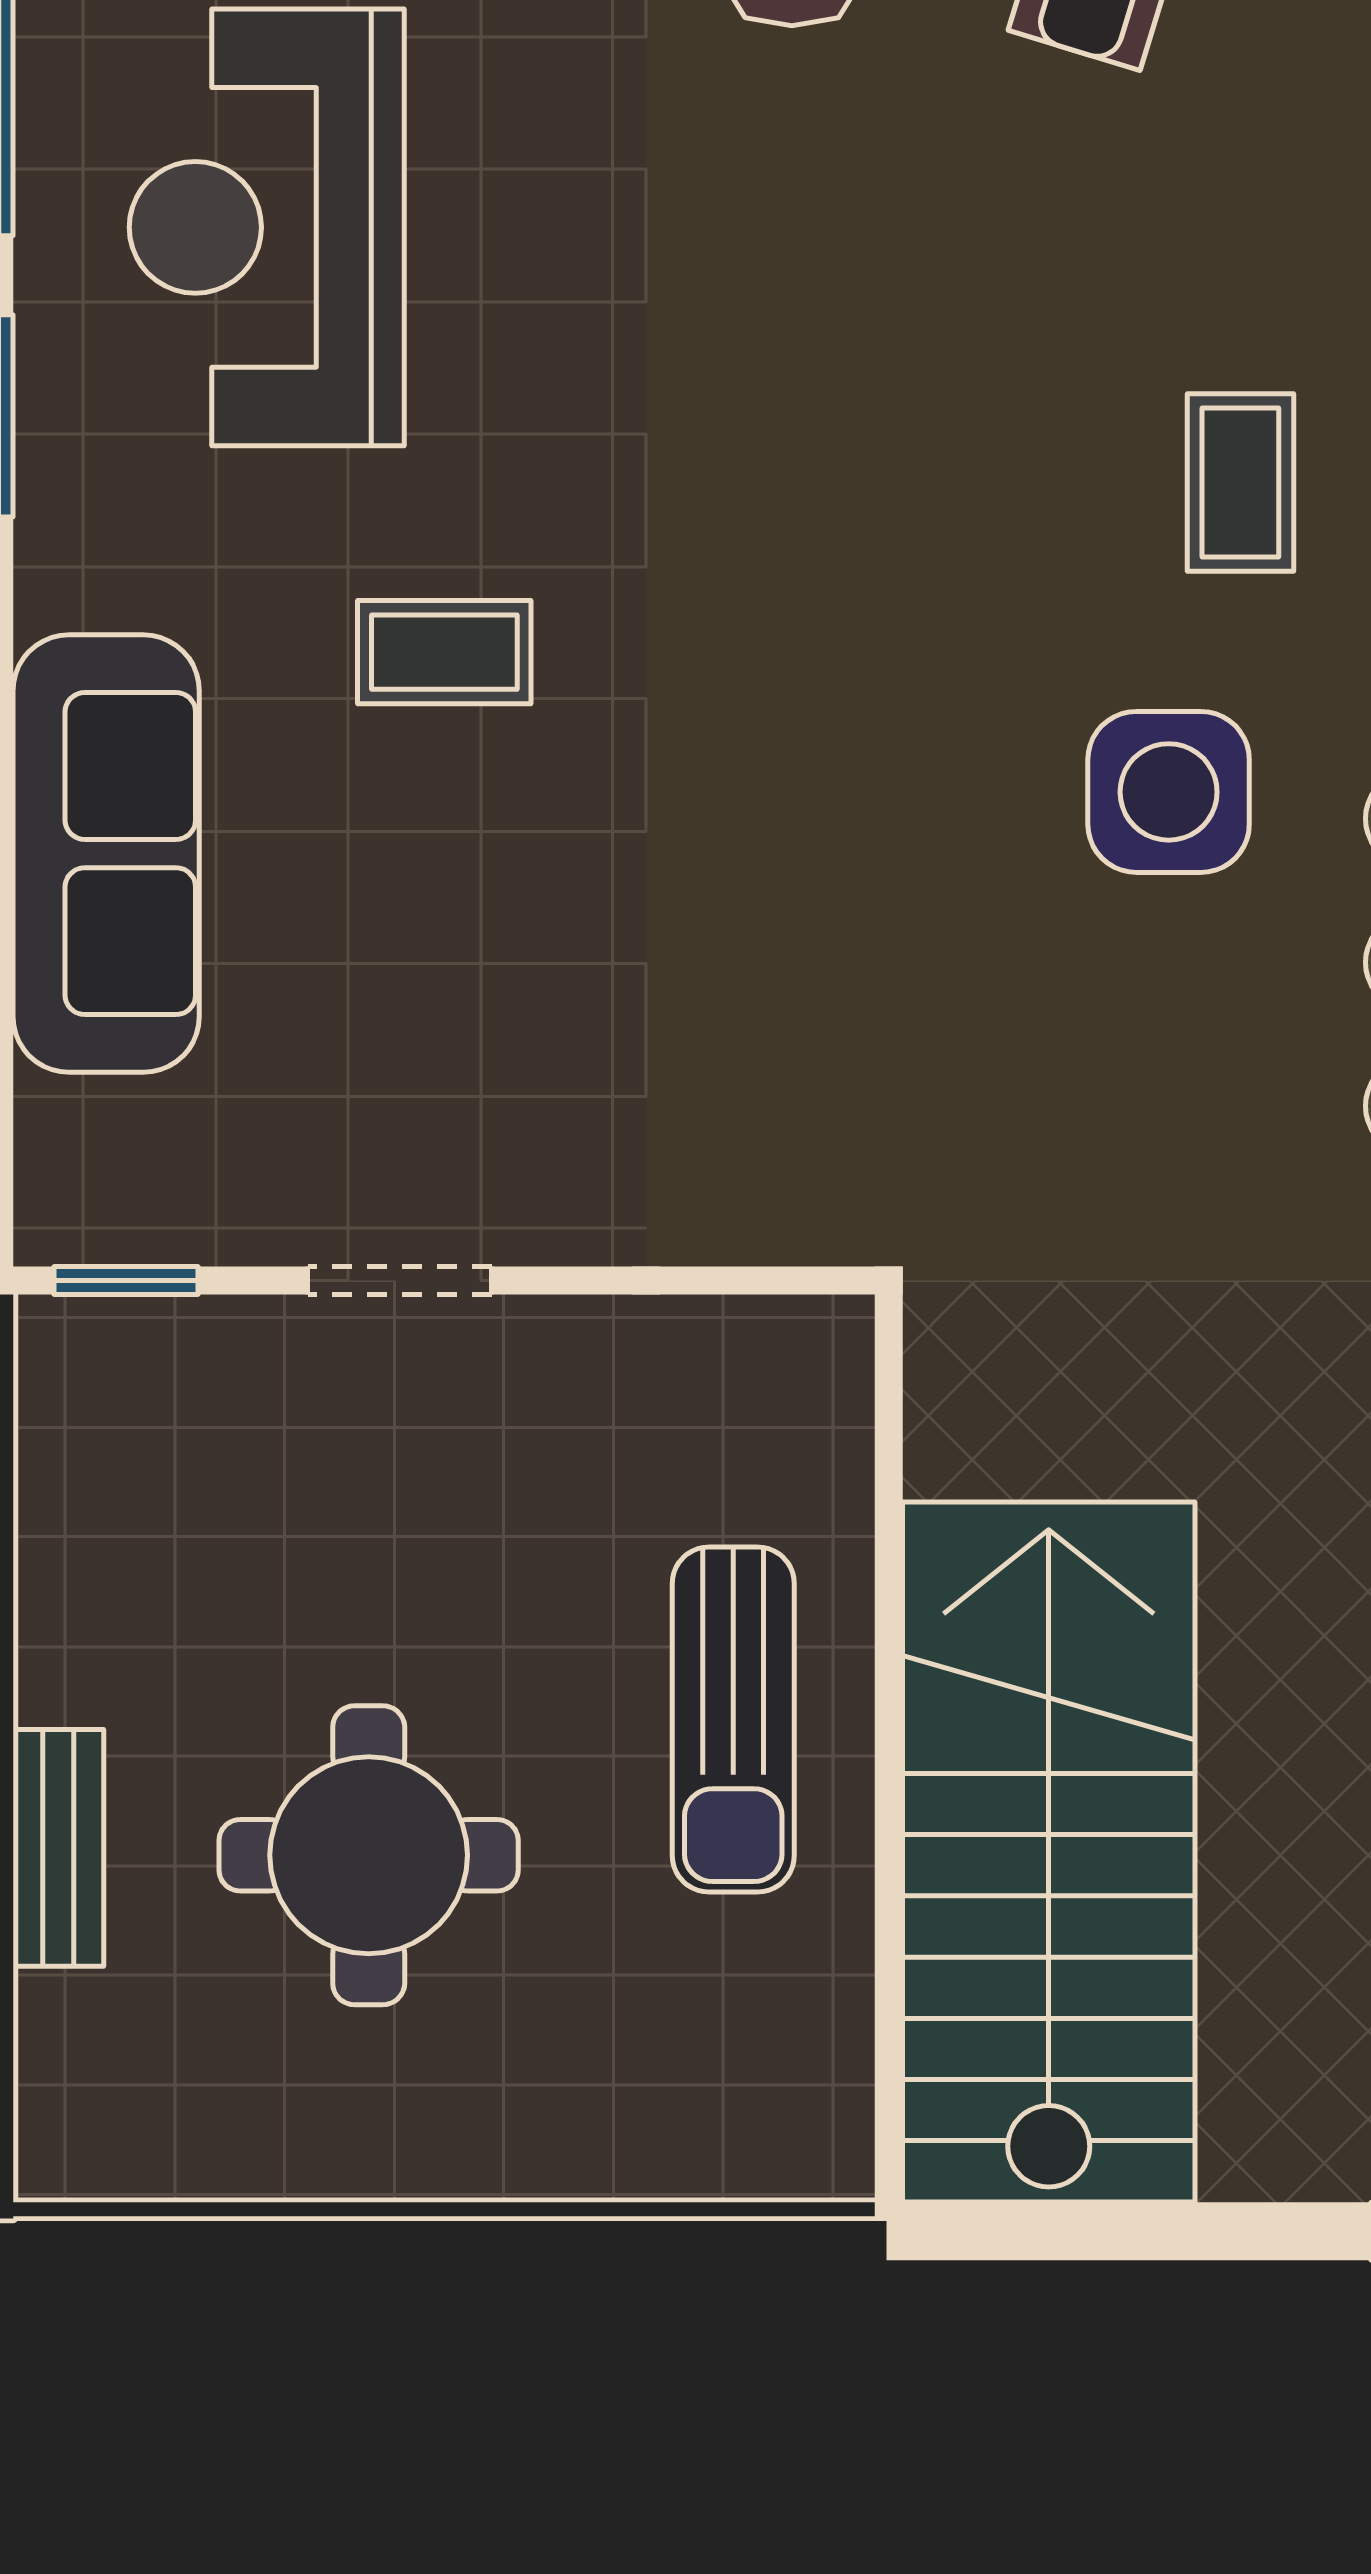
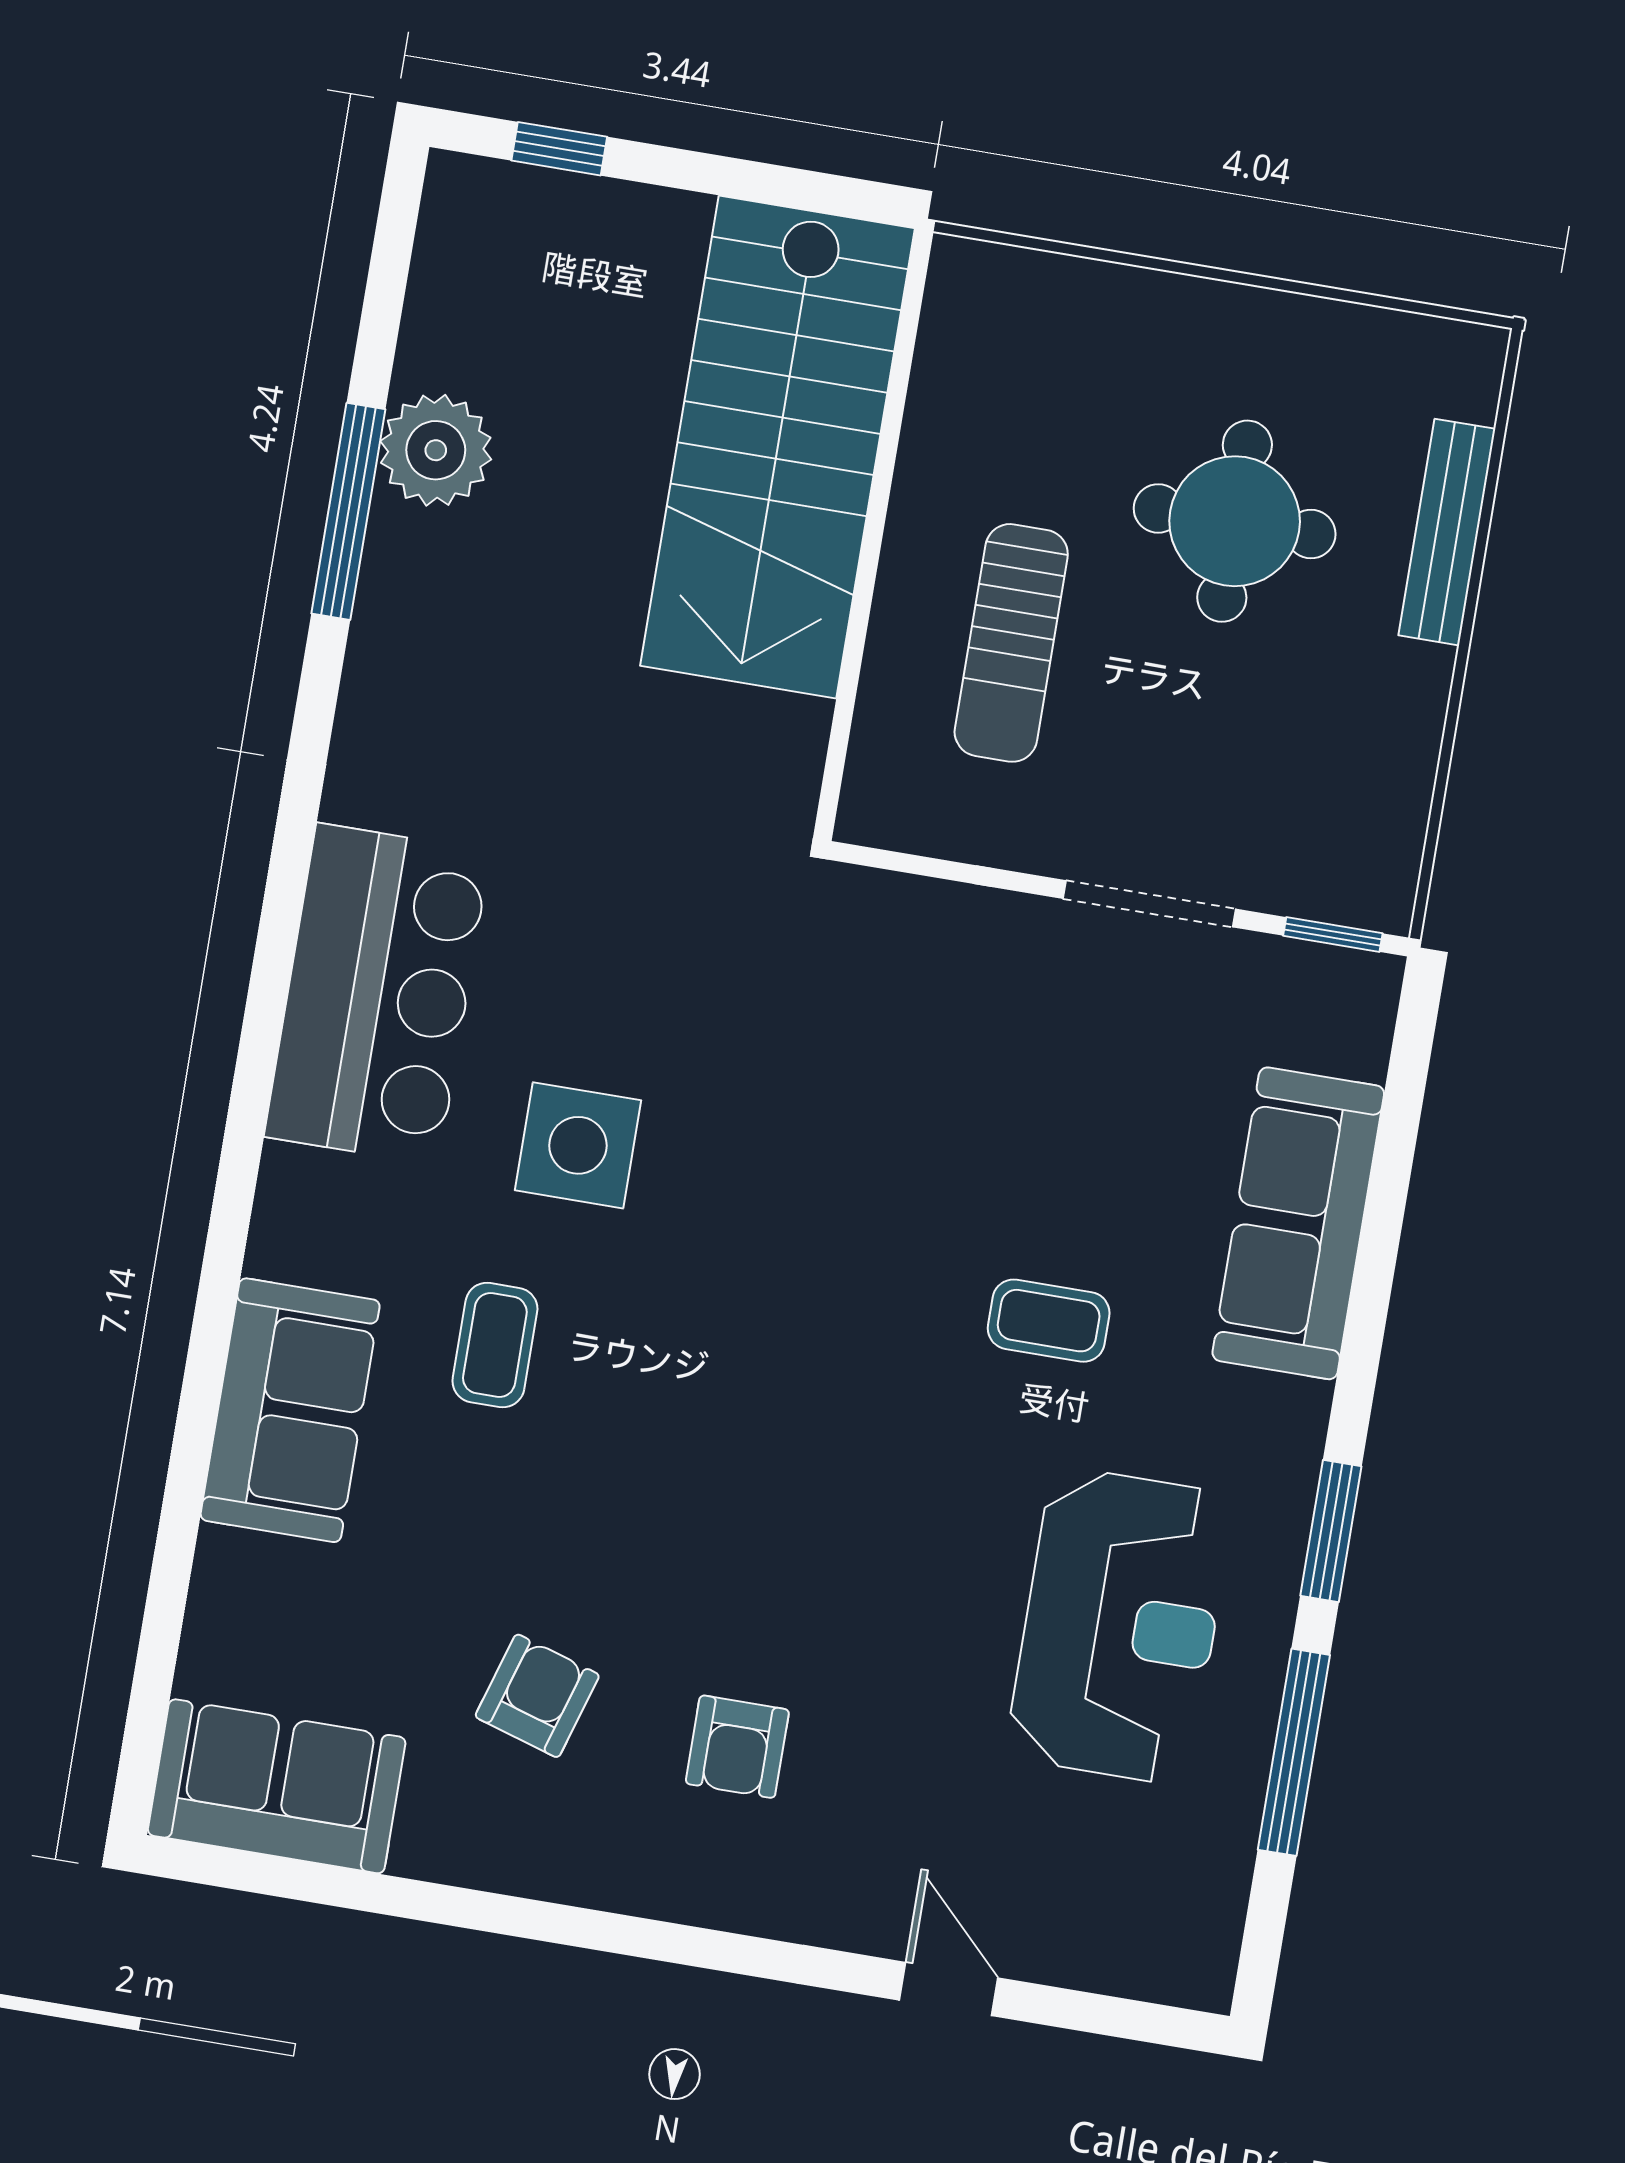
doorway: (400, 1280) -> (1149, 904), width x1.38
sun lounger: (733, 1719) -> (1011, 643), moved, turned 180
bench: (58, 1848) -> (1447, 532), width x1.36

